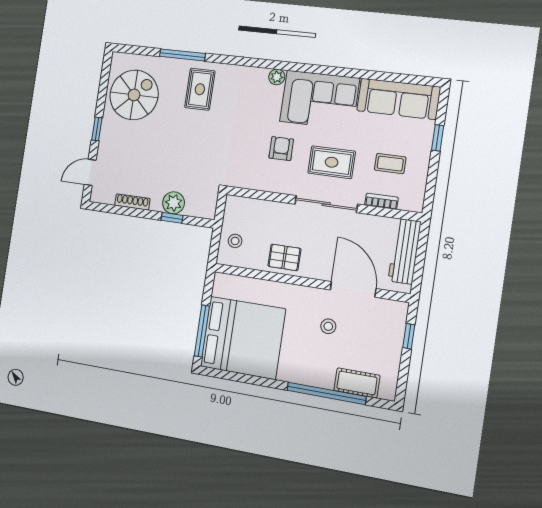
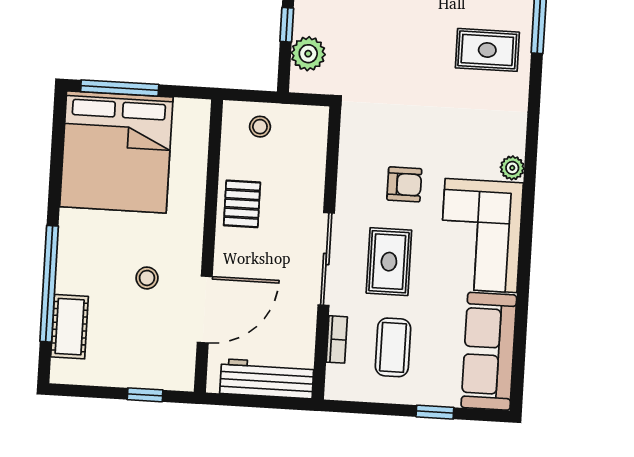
coffee table: (390, 164) -> (393, 347), width x1.36, depth x1.30
plant: (174, 203) -> (308, 54), moved

